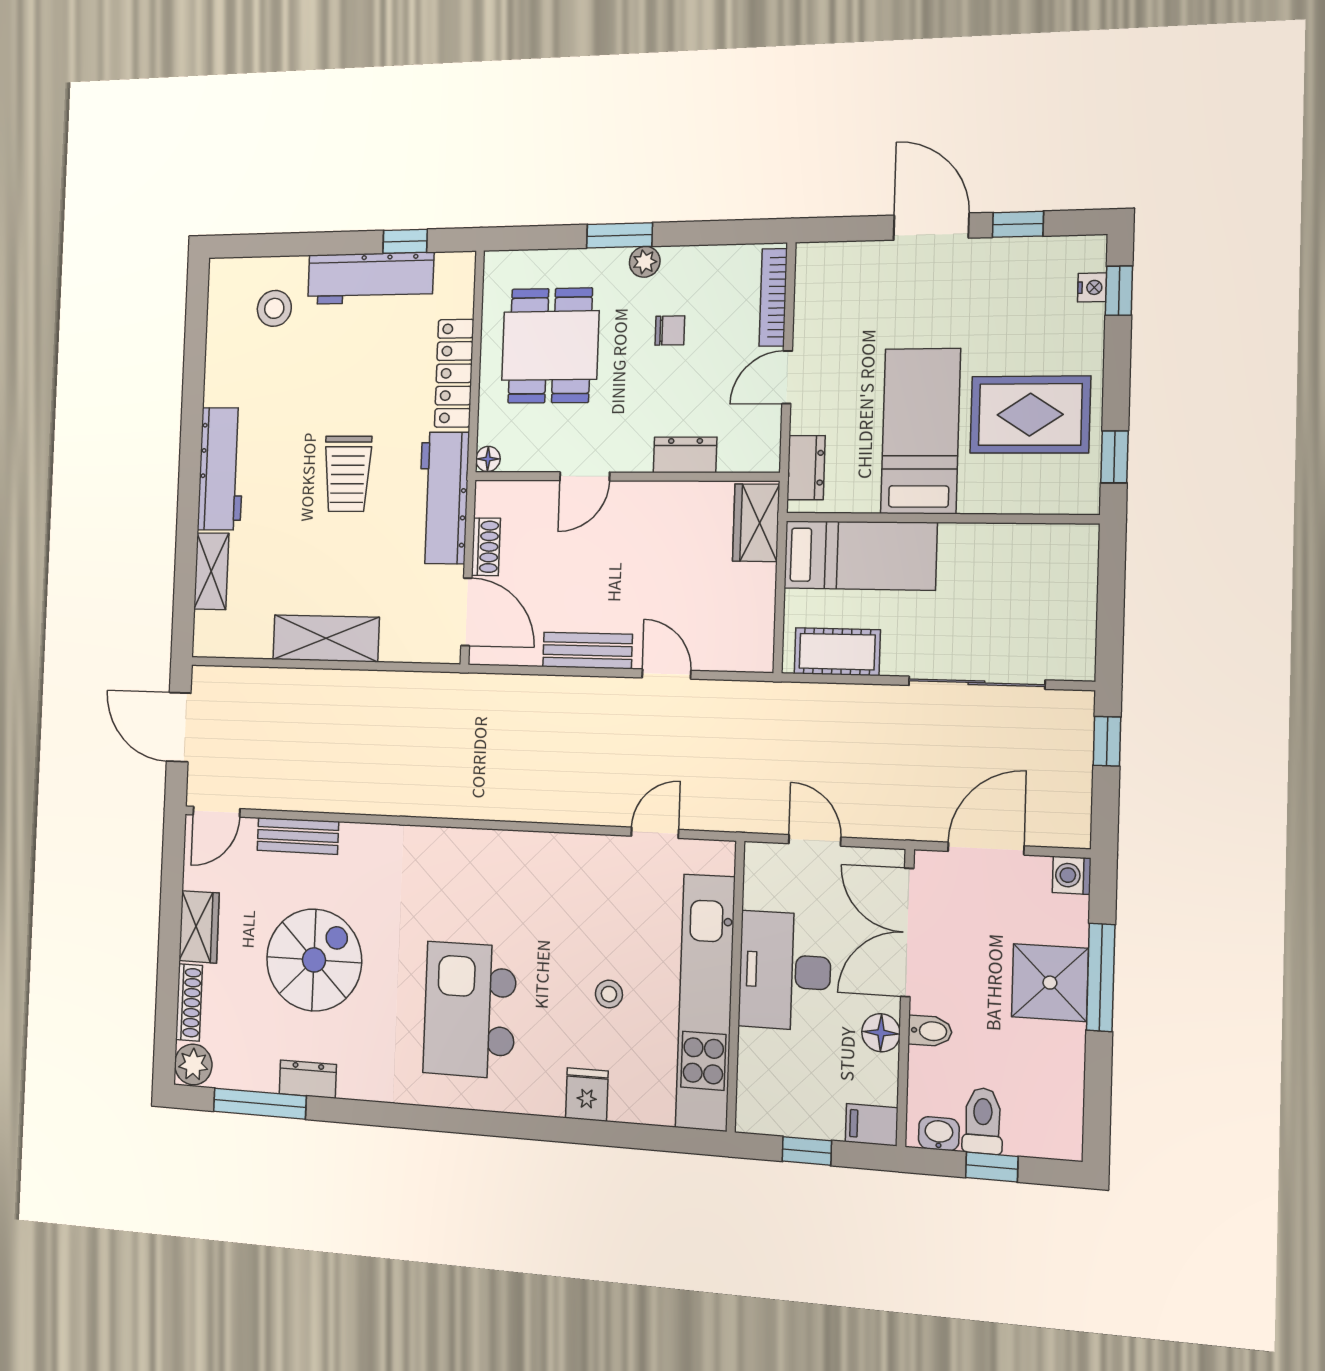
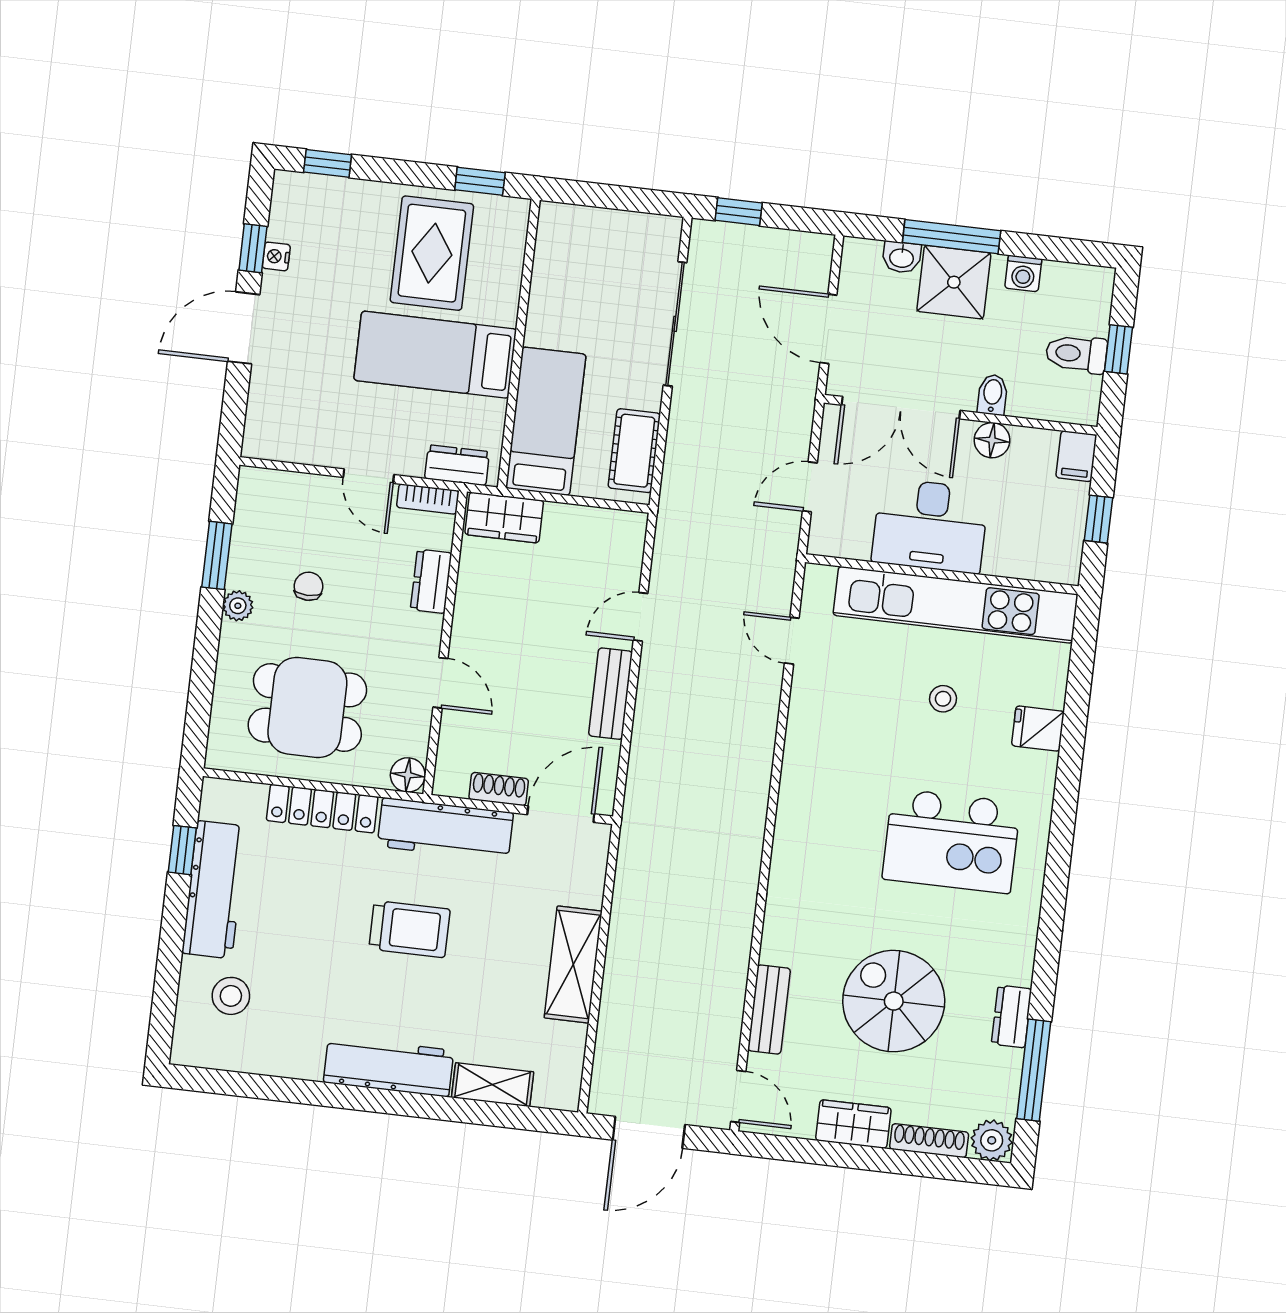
window: (619, 235) -> (217, 555), moved
nightstand: (1092, 287) -> (276, 256), moved, turned -90
bookcase: (773, 297) -> (428, 499), moved, width x0.64
floor lamp: (488, 459) -> (408, 775), width x1.37, depth x1.37
washing machine: (1072, 875) -> (1023, 273), moved
washbasin: (939, 1134) -> (902, 257), moved, turned -90

